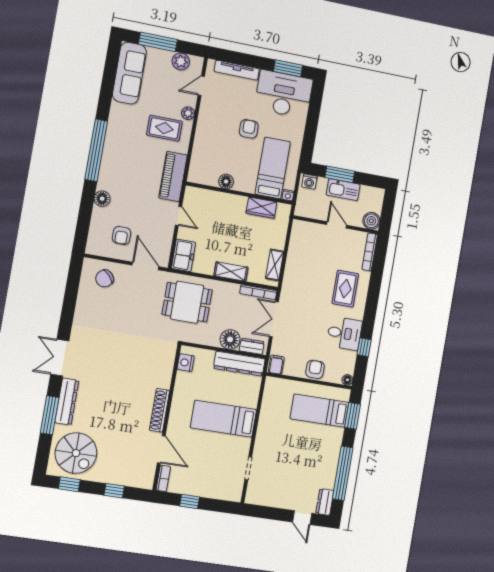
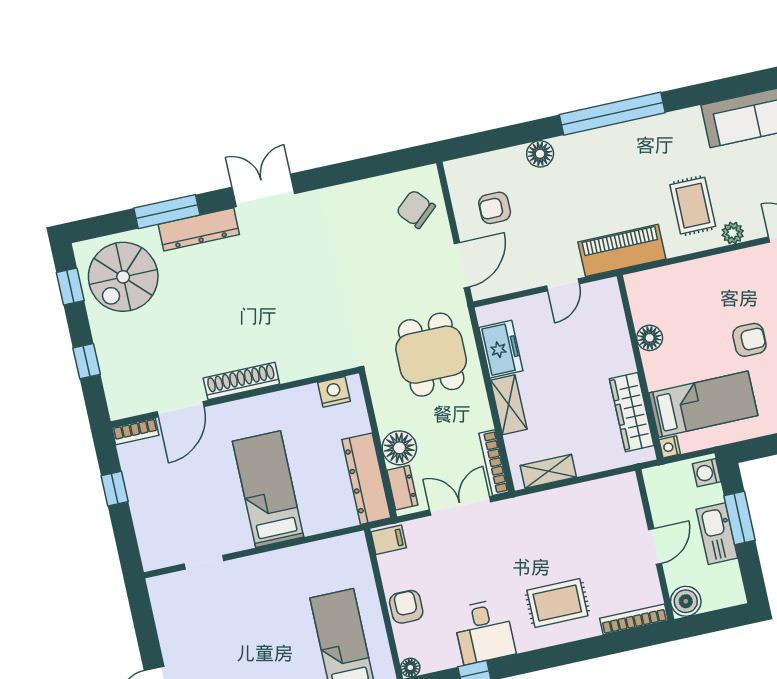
wardrobe: (261, 208) -> (632, 412), width x1.50
freezer: (184, 255) -> (501, 349), moved, turned -90
armchair: (315, 369) -> (406, 607), turned -90

